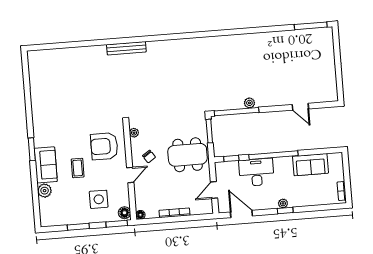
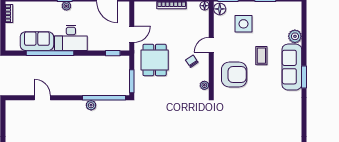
dining table: (188, 155) -> (155, 60), width x0.73
window: (273, 155) -> (50, 53), moved
sofa: (46, 165) -> (292, 67), width x1.36
desk: (256, 172) -> (71, 38), moved
door: (214, 190) -> (132, 34), moved

